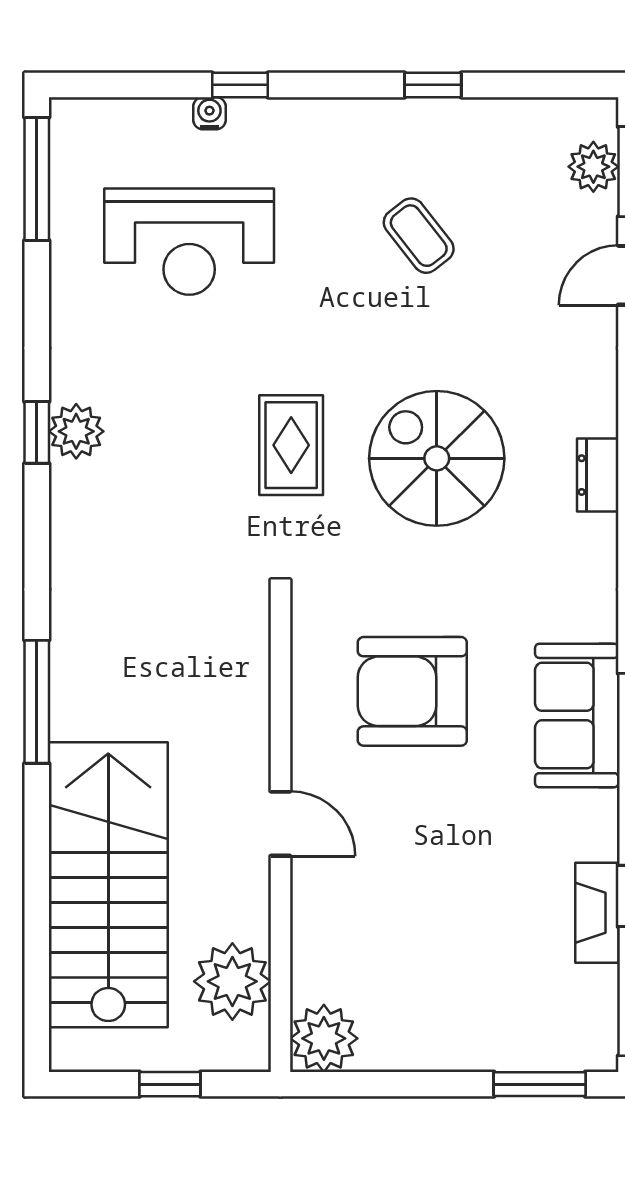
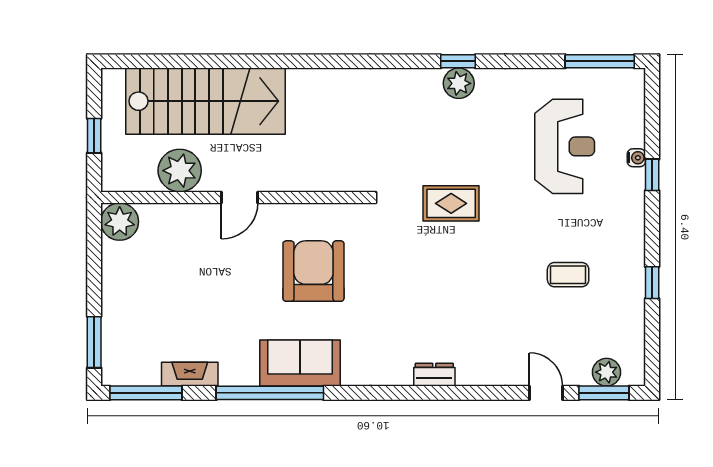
coffee table: (419, 236) -> (568, 275), turned 38
reception desk: (189, 242) -> (565, 146), turned 180
spiral stairs: (437, 458) -> (444, 285), removed
window: (37, 702) -> (308, 61), removed
plant: (232, 981) -> (180, 171), moved

